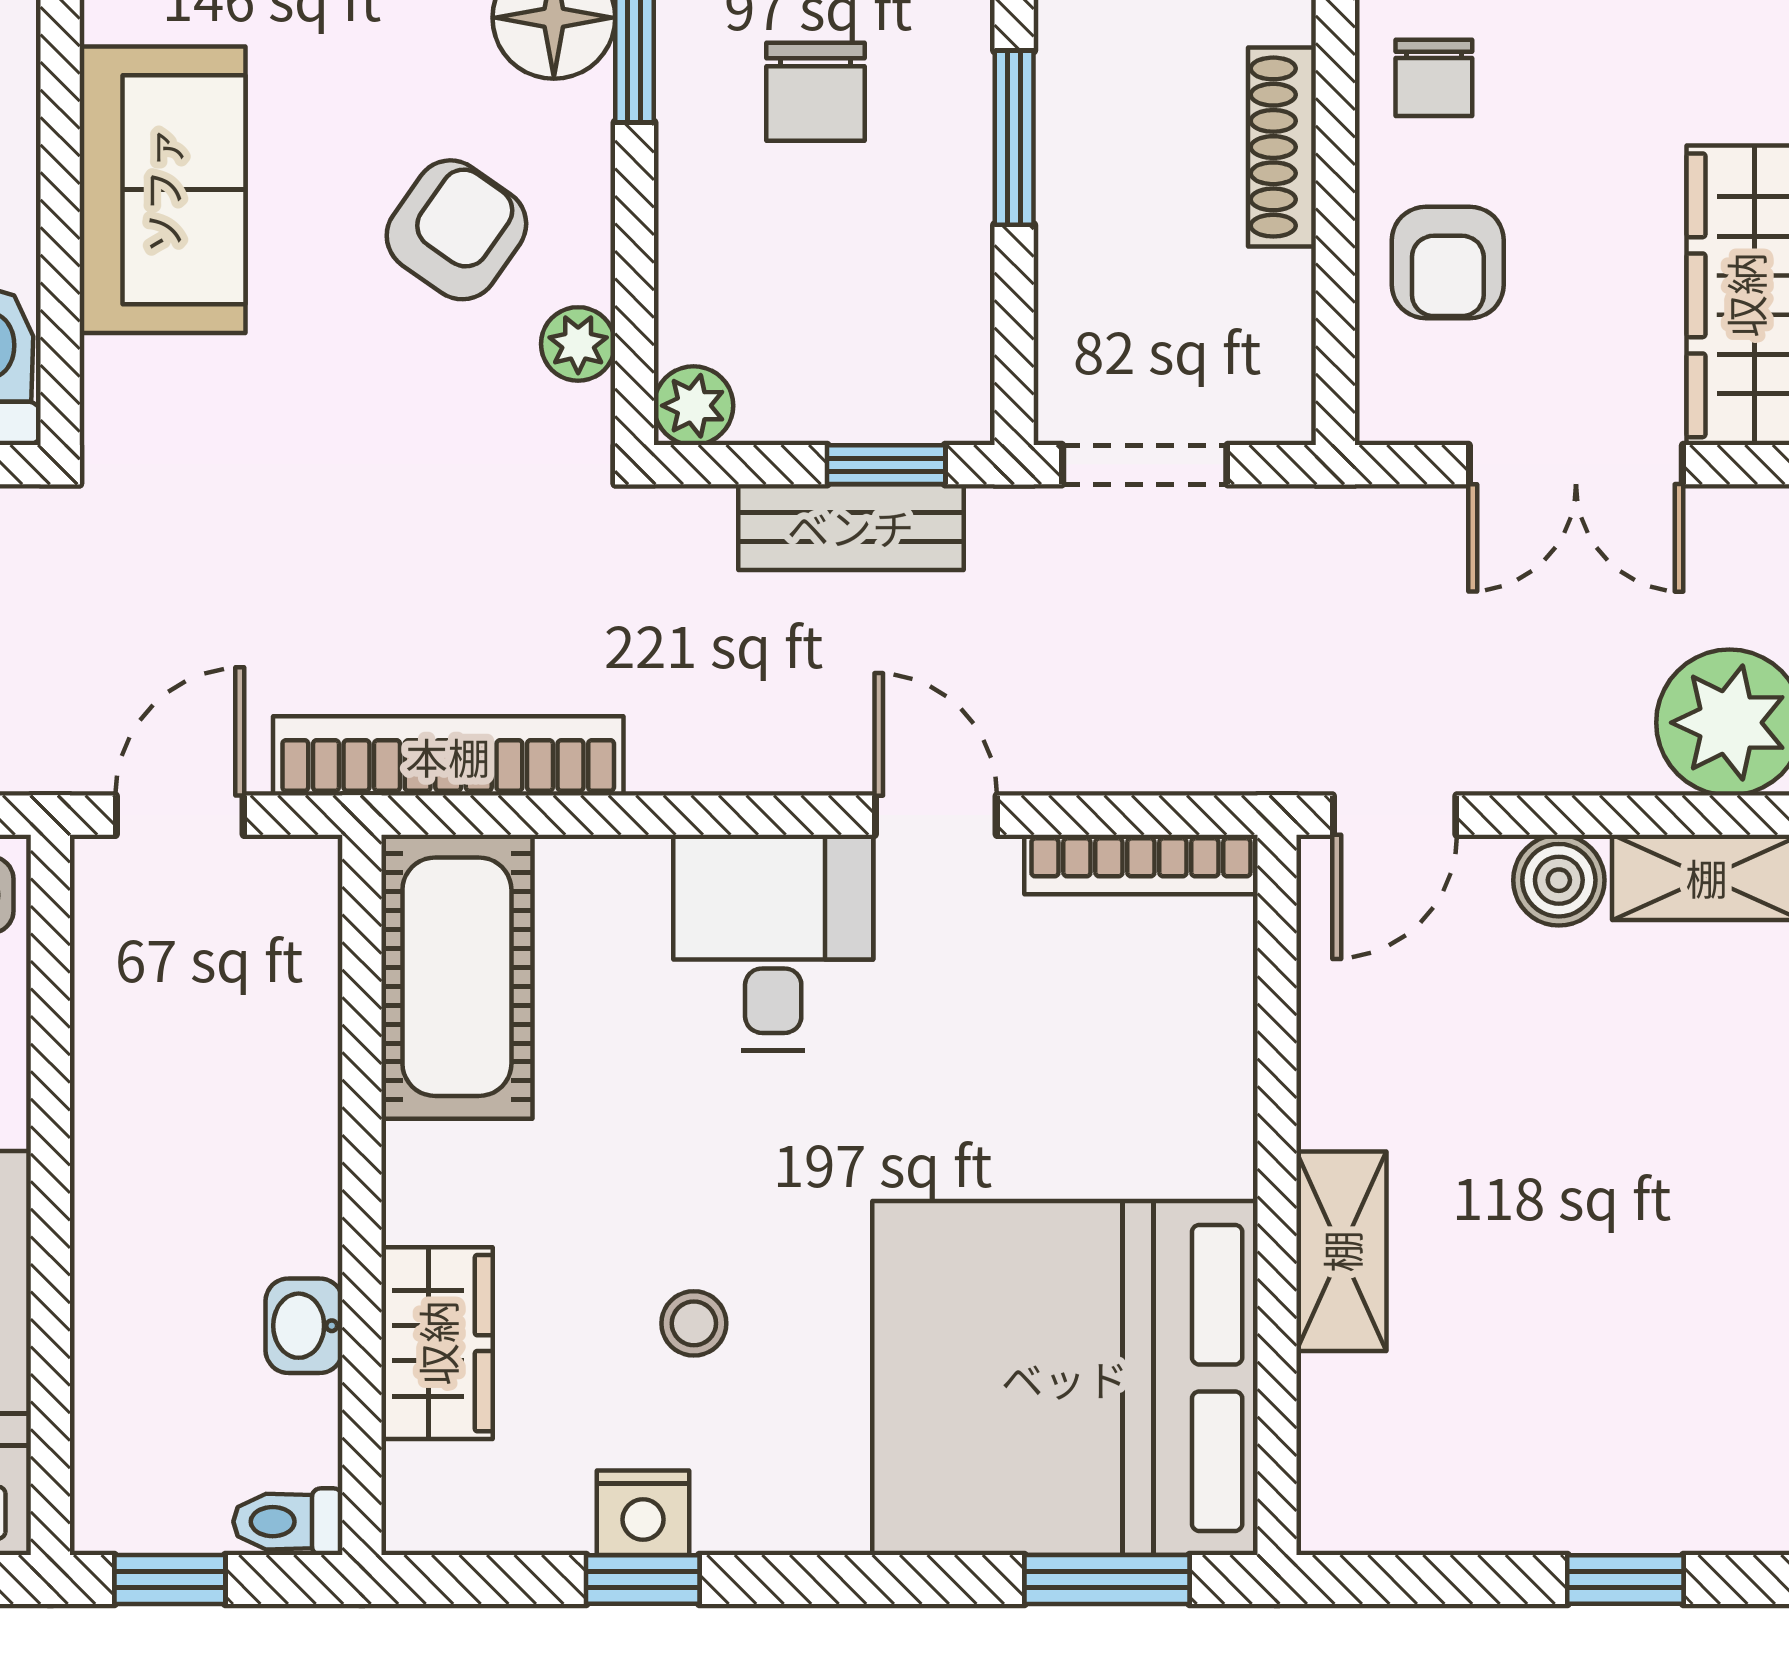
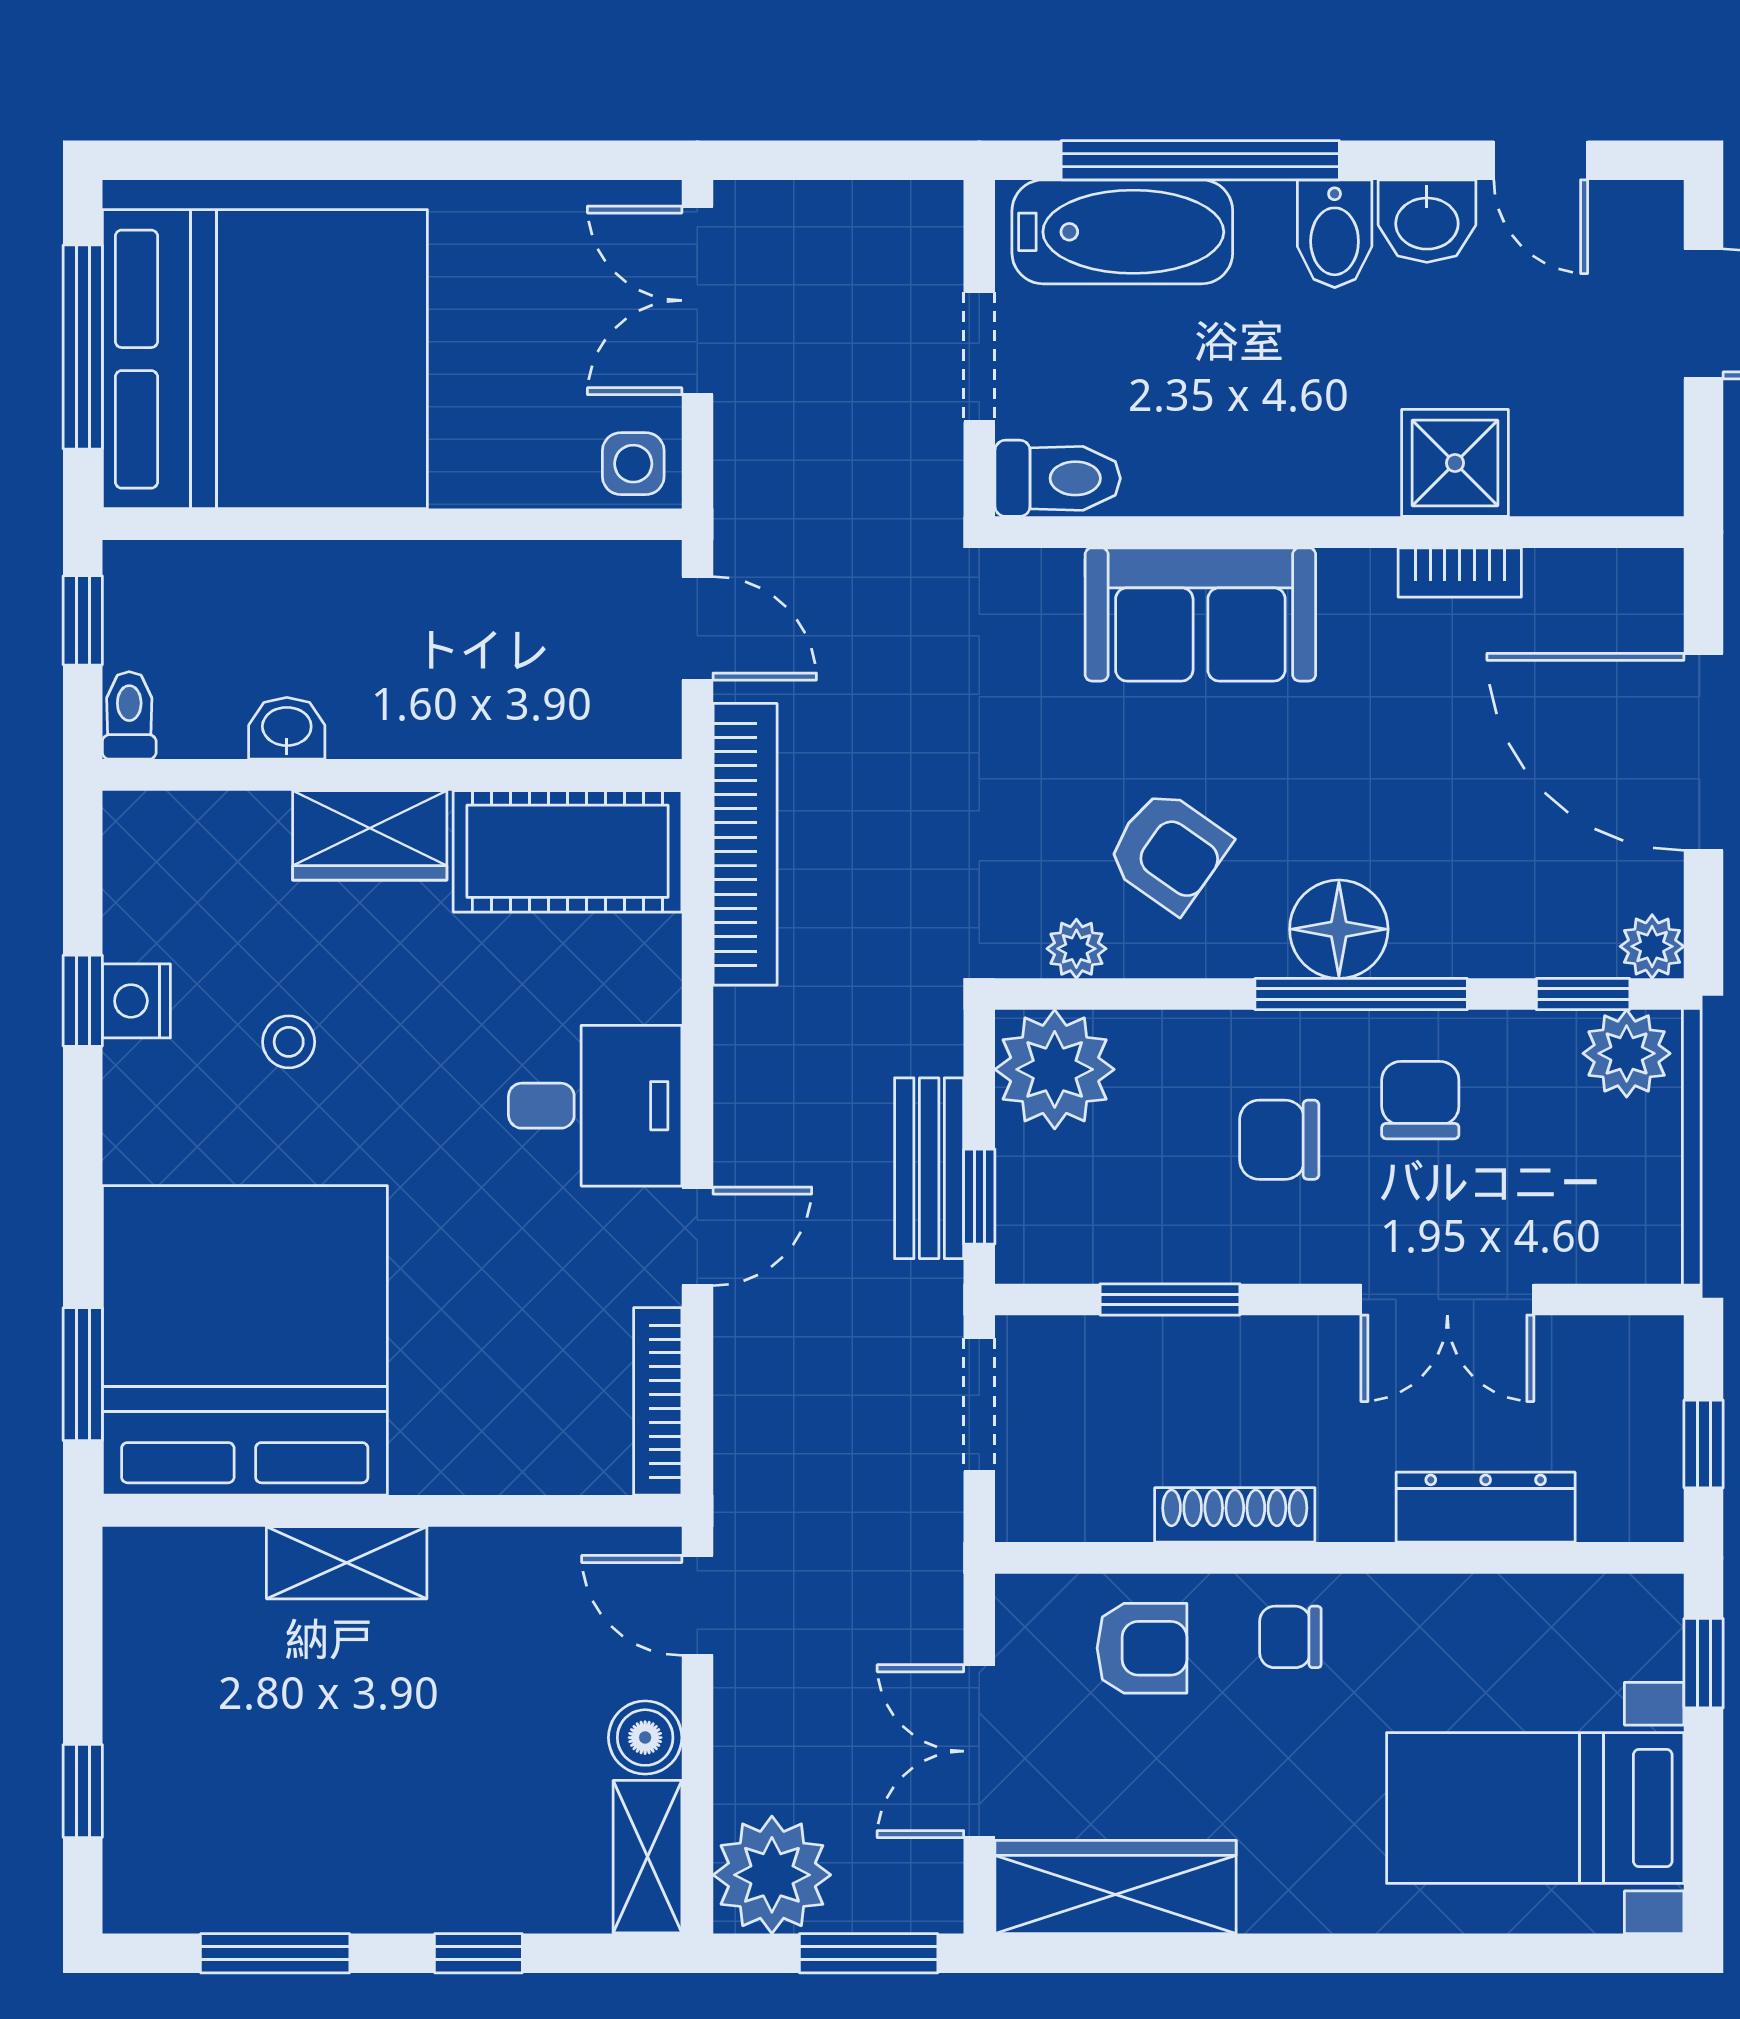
window: (1014, 138) -> (1170, 1299), moved
armchair: (1448, 262) -> (1142, 1648), turned 180
plant: (694, 406) -> (1055, 1069), width x1.87, depth x1.87
wardrobe: (437, 1343) -> (370, 835), moved

